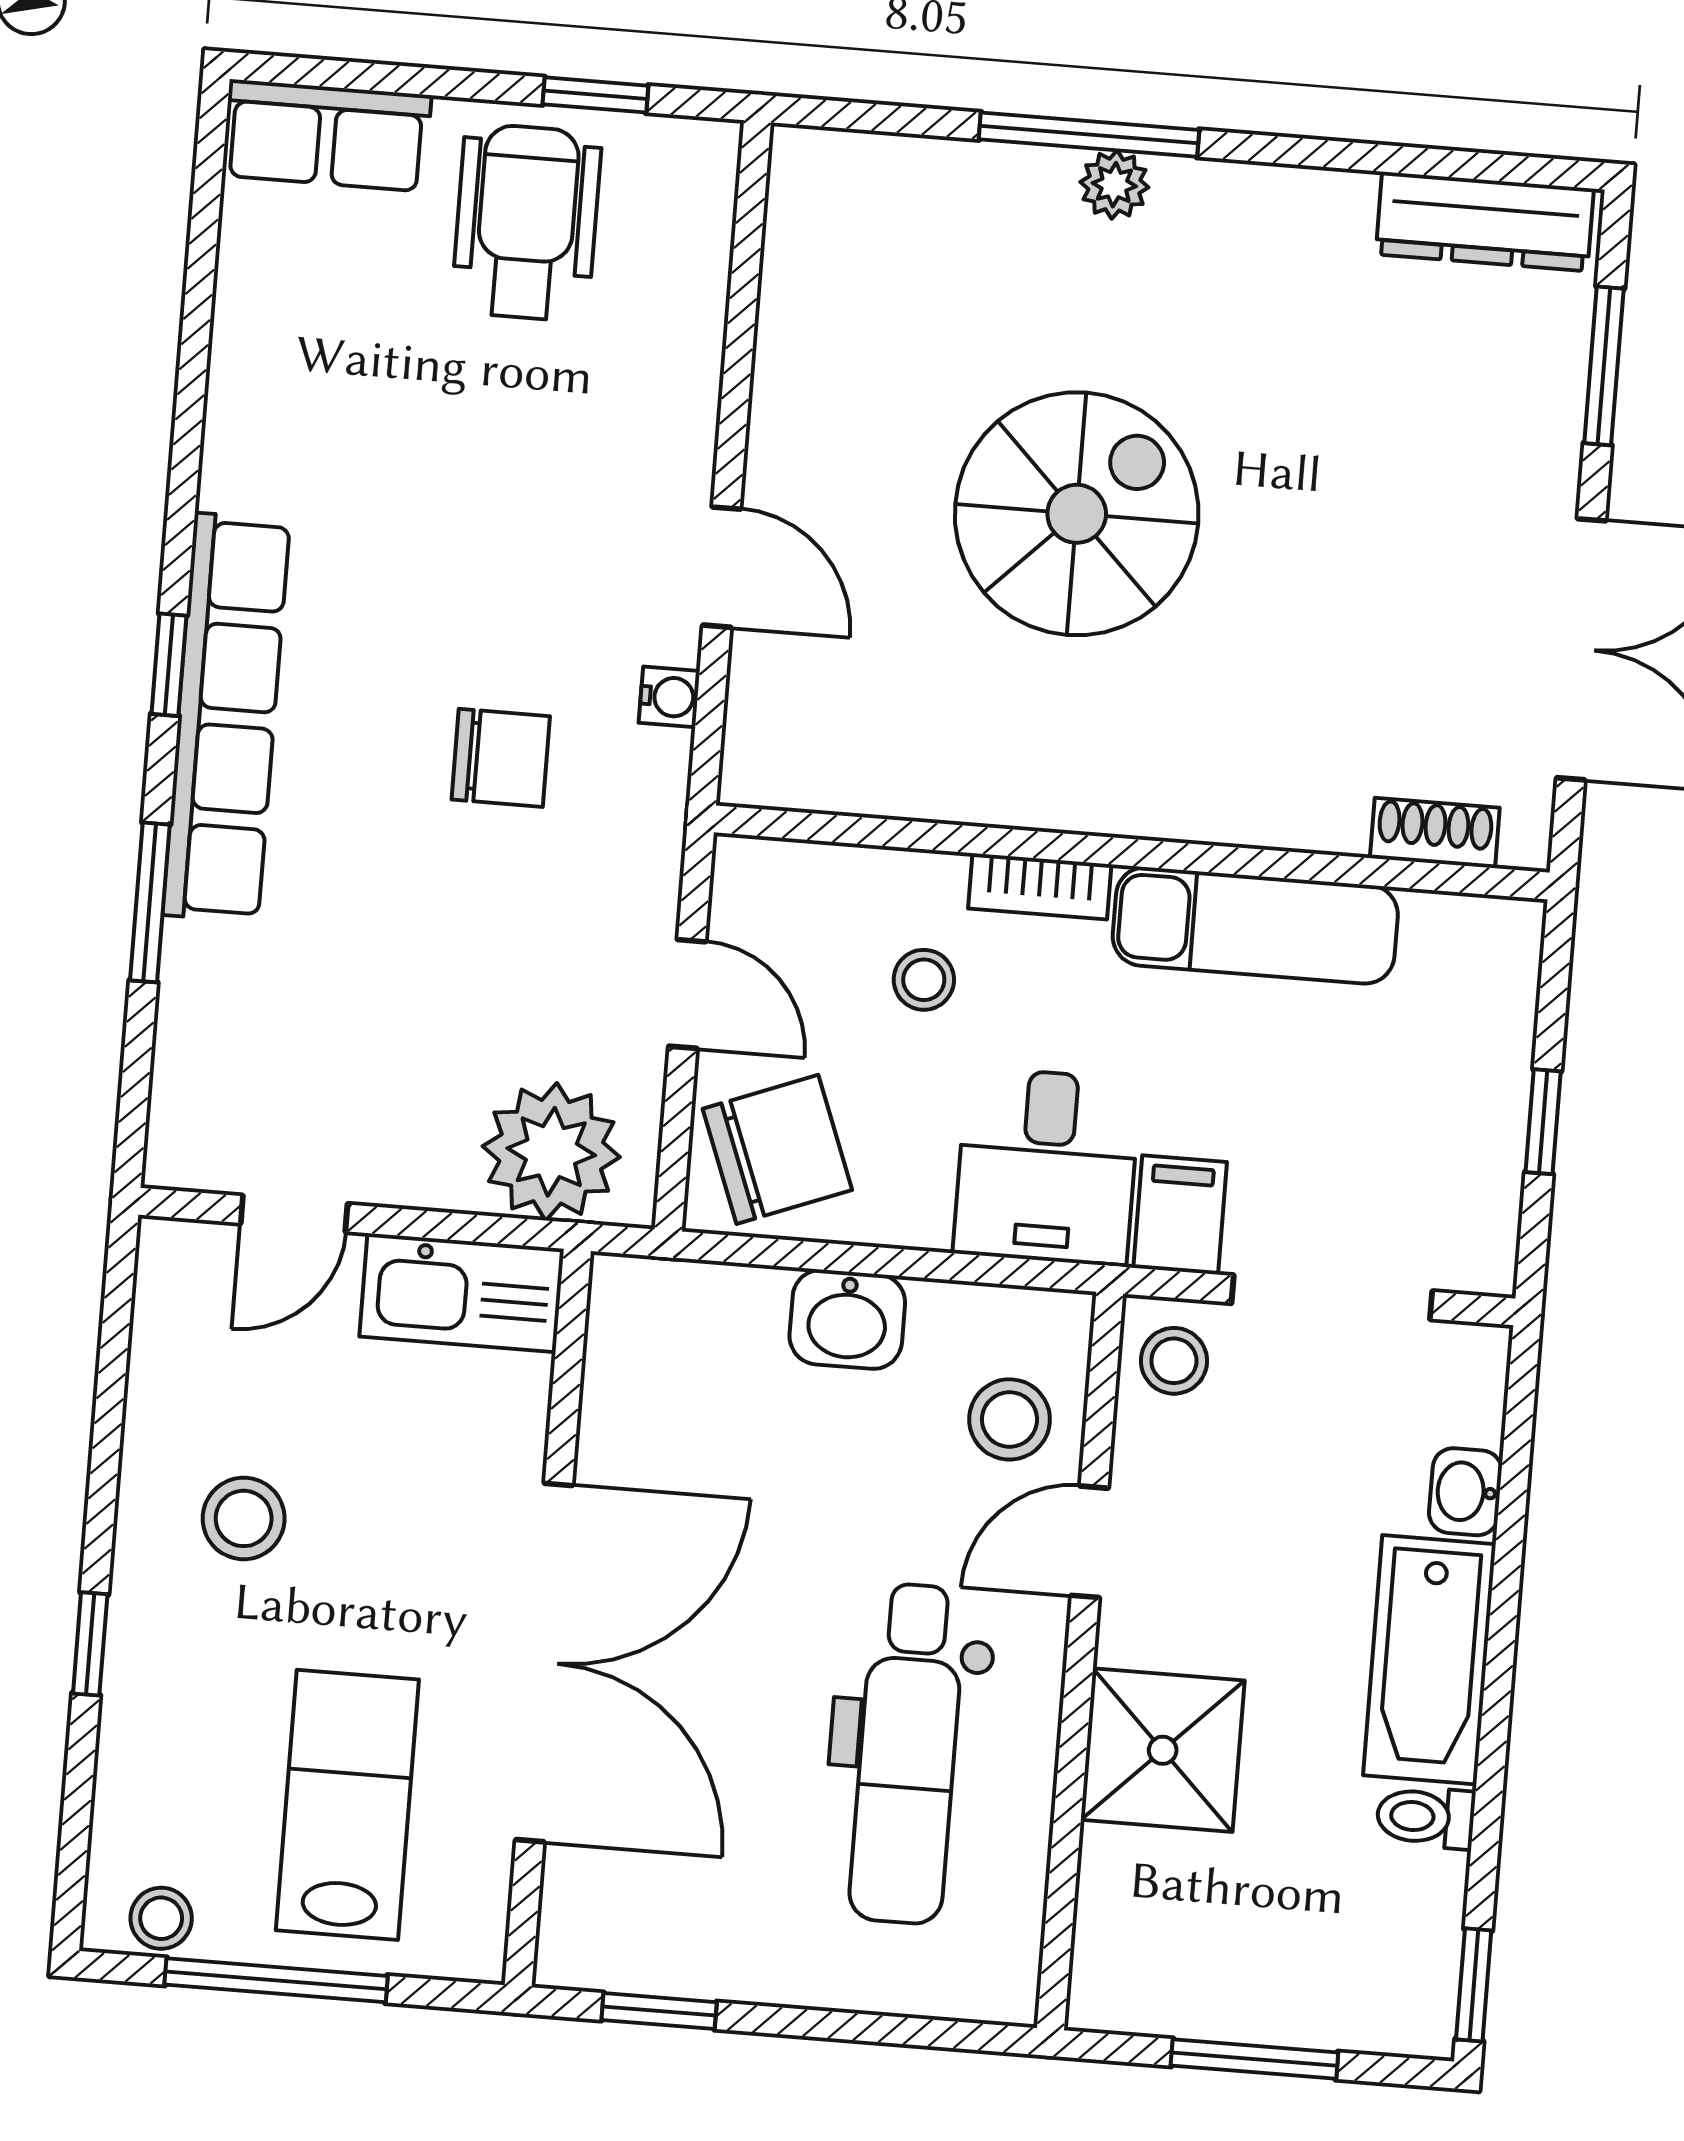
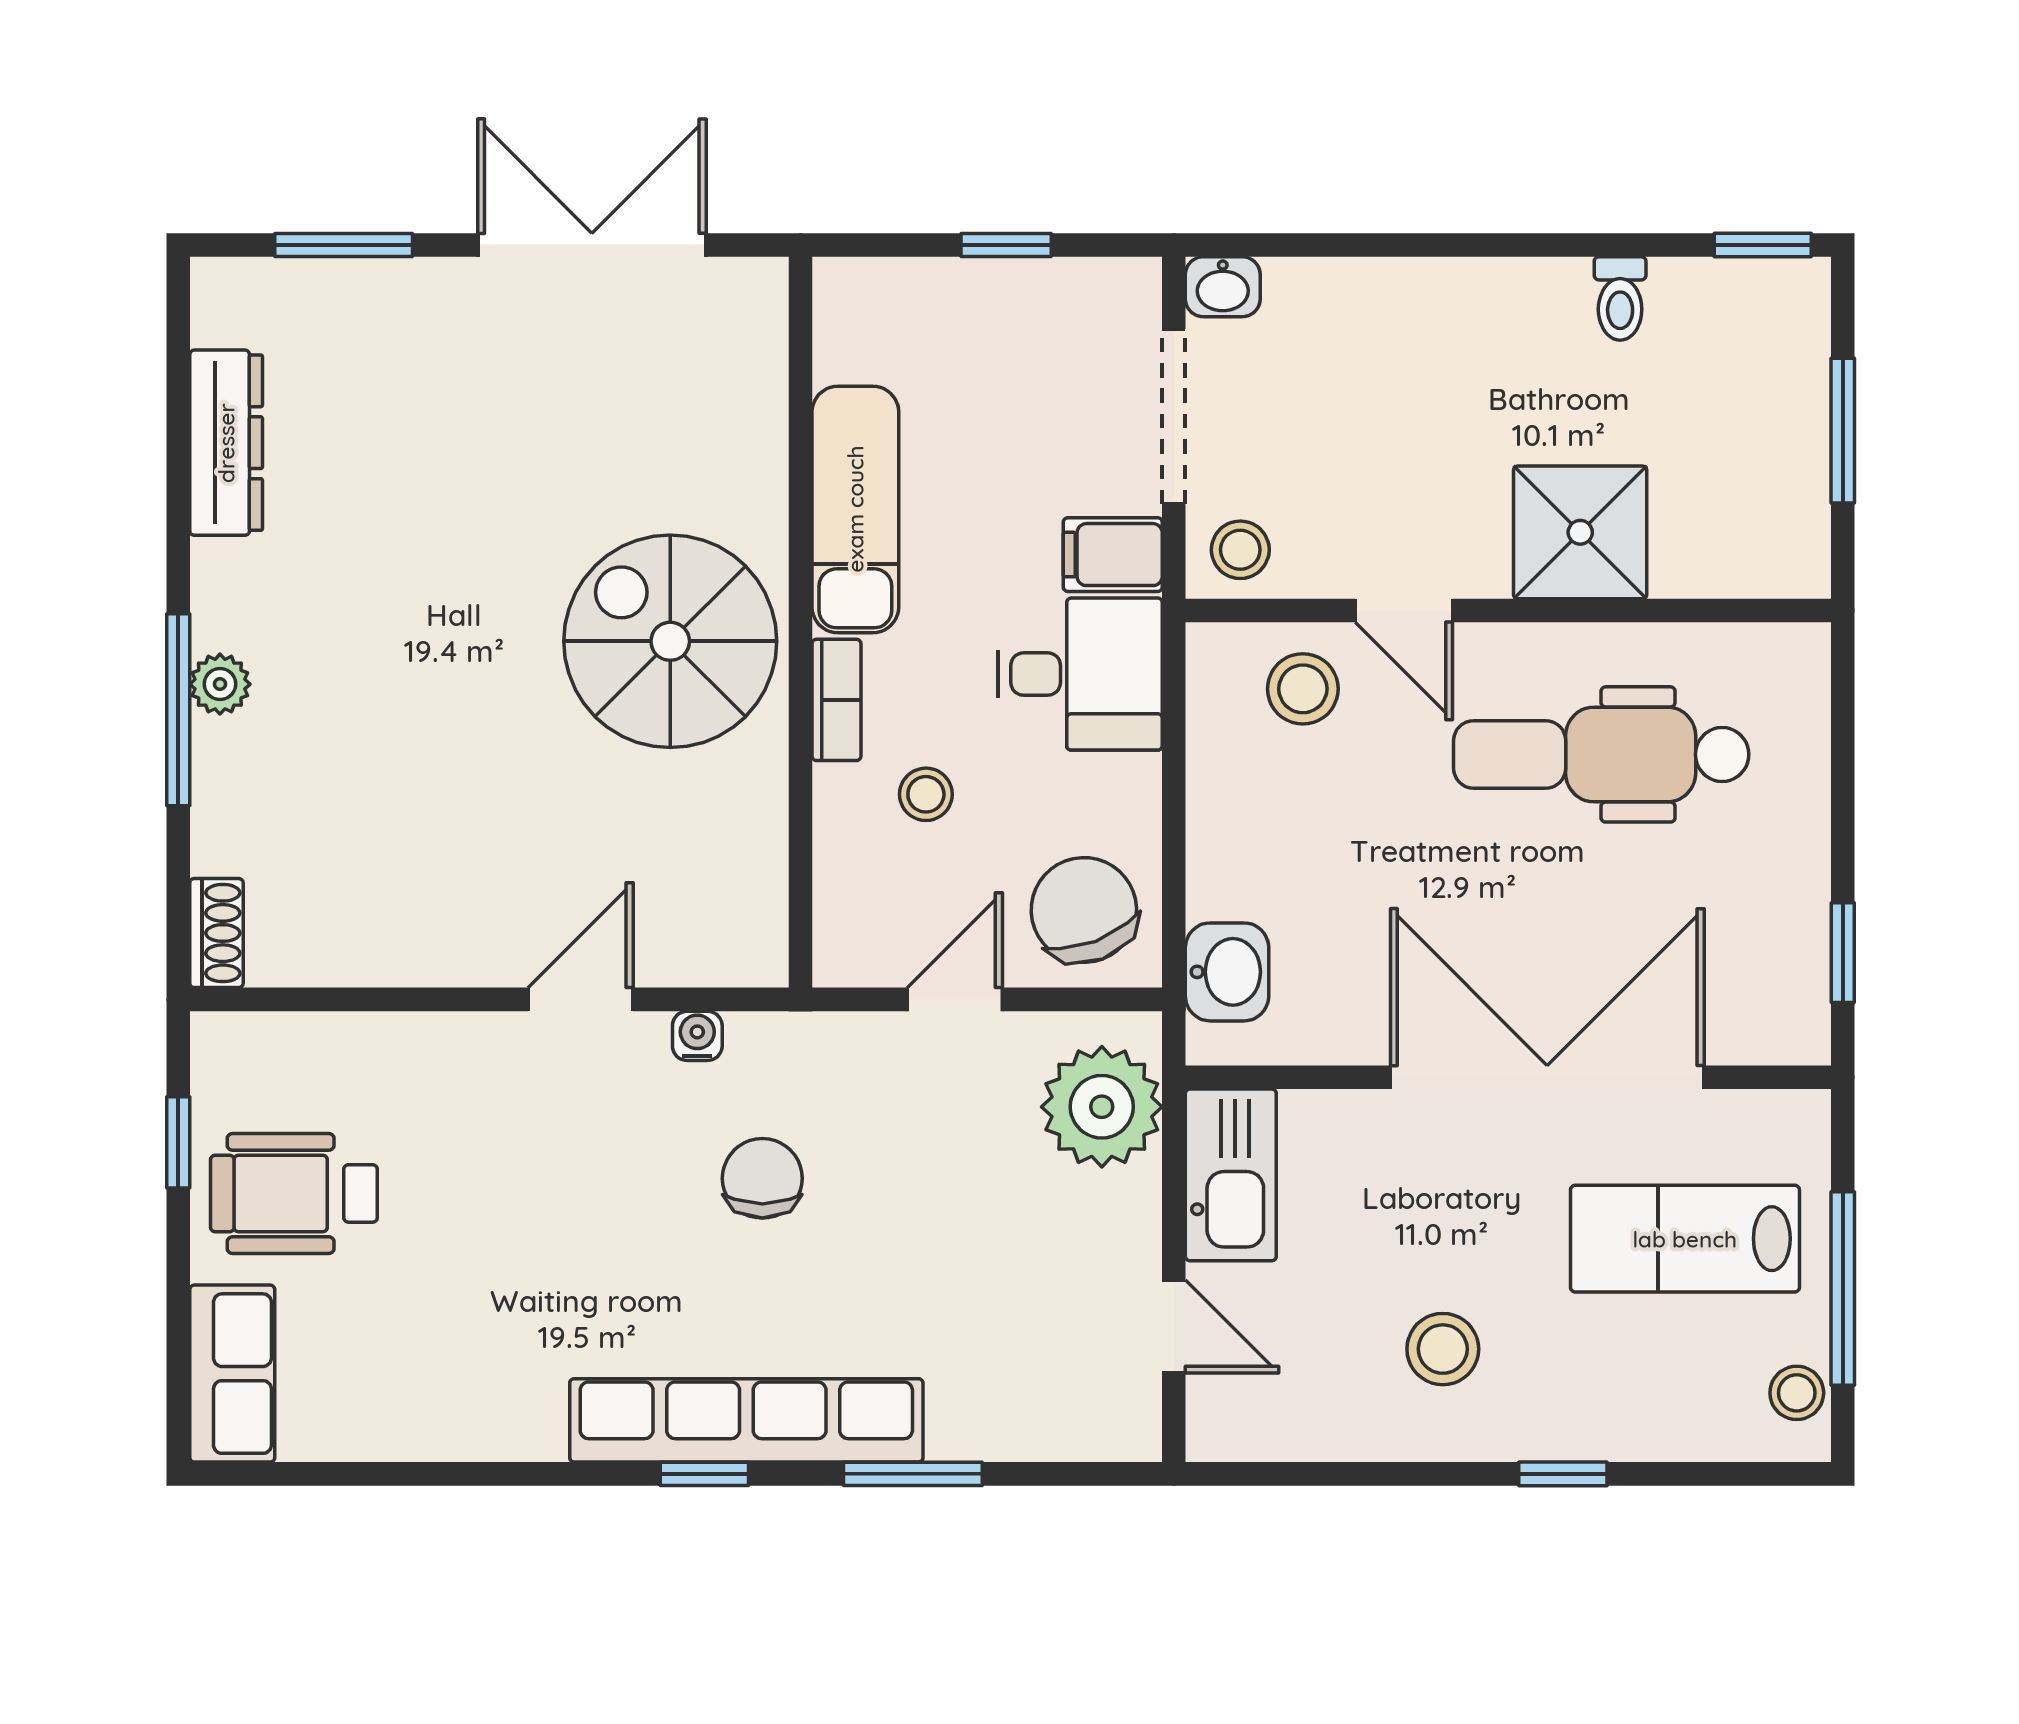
dresser: (1485, 222) -> (226, 443), moved
spiral stairs: (1077, 514) -> (670, 641), moved
shoe rack: (1435, 833) -> (216, 933), moved, turned 180
washbasin: (847, 1319) -> (1227, 972), moved
washbasin: (1465, 1492) -> (1223, 287), moved
bathtub: (1429, 1660) -> (1483, 306), removed
dental chair: (907, 1754) -> (1601, 754), turned 180

